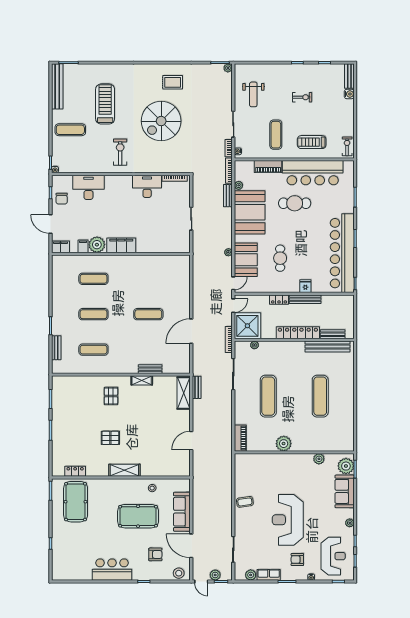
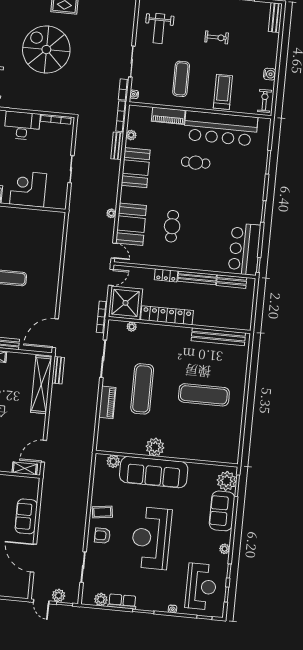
water cooler: (349, 94) -> (270, 74), moved
spiral stairs: (161, 121) -> (46, 50), turned 90
treadmill: (312, 142) -> (223, 92), turned 90
cafe table: (295, 203) -> (196, 163), width x0.73, depth x0.74
booth: (250, 212) -> (136, 168), width x0.73, depth x0.70
corner desk: (157, 239) -> (28, 189), added
bar counter: (342, 253) -> (244, 249), width x0.54
door: (233, 283) -> (114, 251), hinge flipped
fridge: (305, 286) -> (199, 262), removed
door: (191, 331) -> (55, 333), moved
locker: (298, 333) -> (167, 315), moved
bench: (333, 334) -> (232, 282), moved
shelving: (184, 393) -> (41, 385), width x1.47
exercise mat: (320, 396) -> (204, 395), turned 90
piano: (240, 438) -> (107, 402), moved
door: (191, 441) -> (44, 451), moved
plant: (319, 459) -> (113, 461), moved
sofa: (284, 465) -> (154, 472), added
shelving: (177, 472) -> (25, 468), added
sofa: (182, 512) -> (26, 516), width x0.73
armchair: (297, 559) -> (102, 536), moved
stool: (179, 573) -> (15, 589), removed

